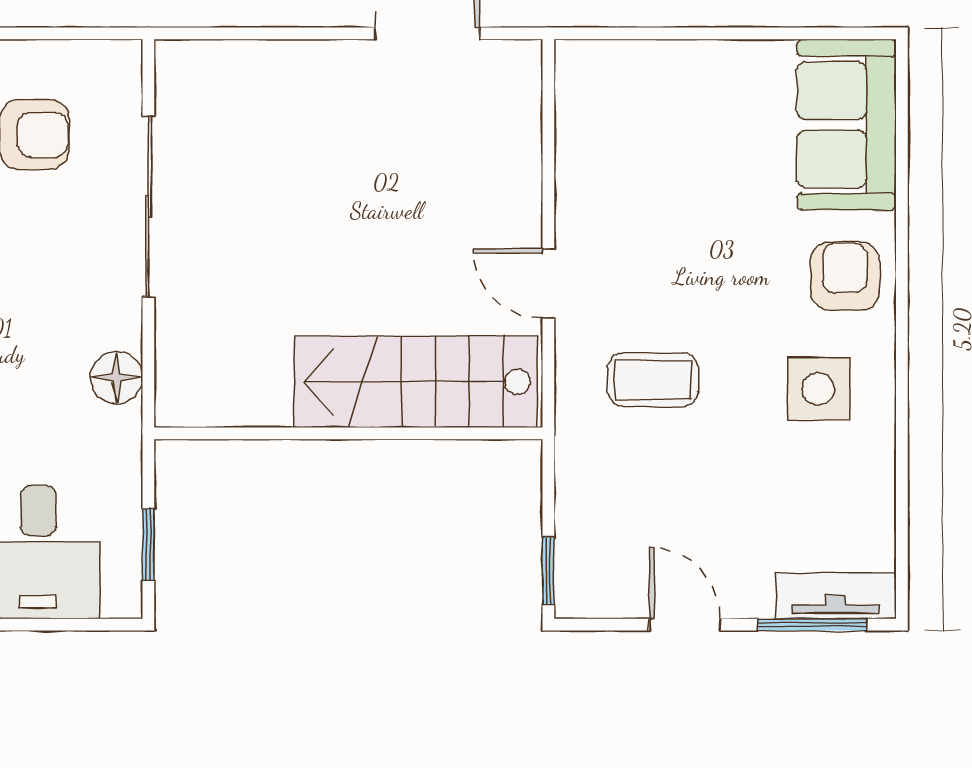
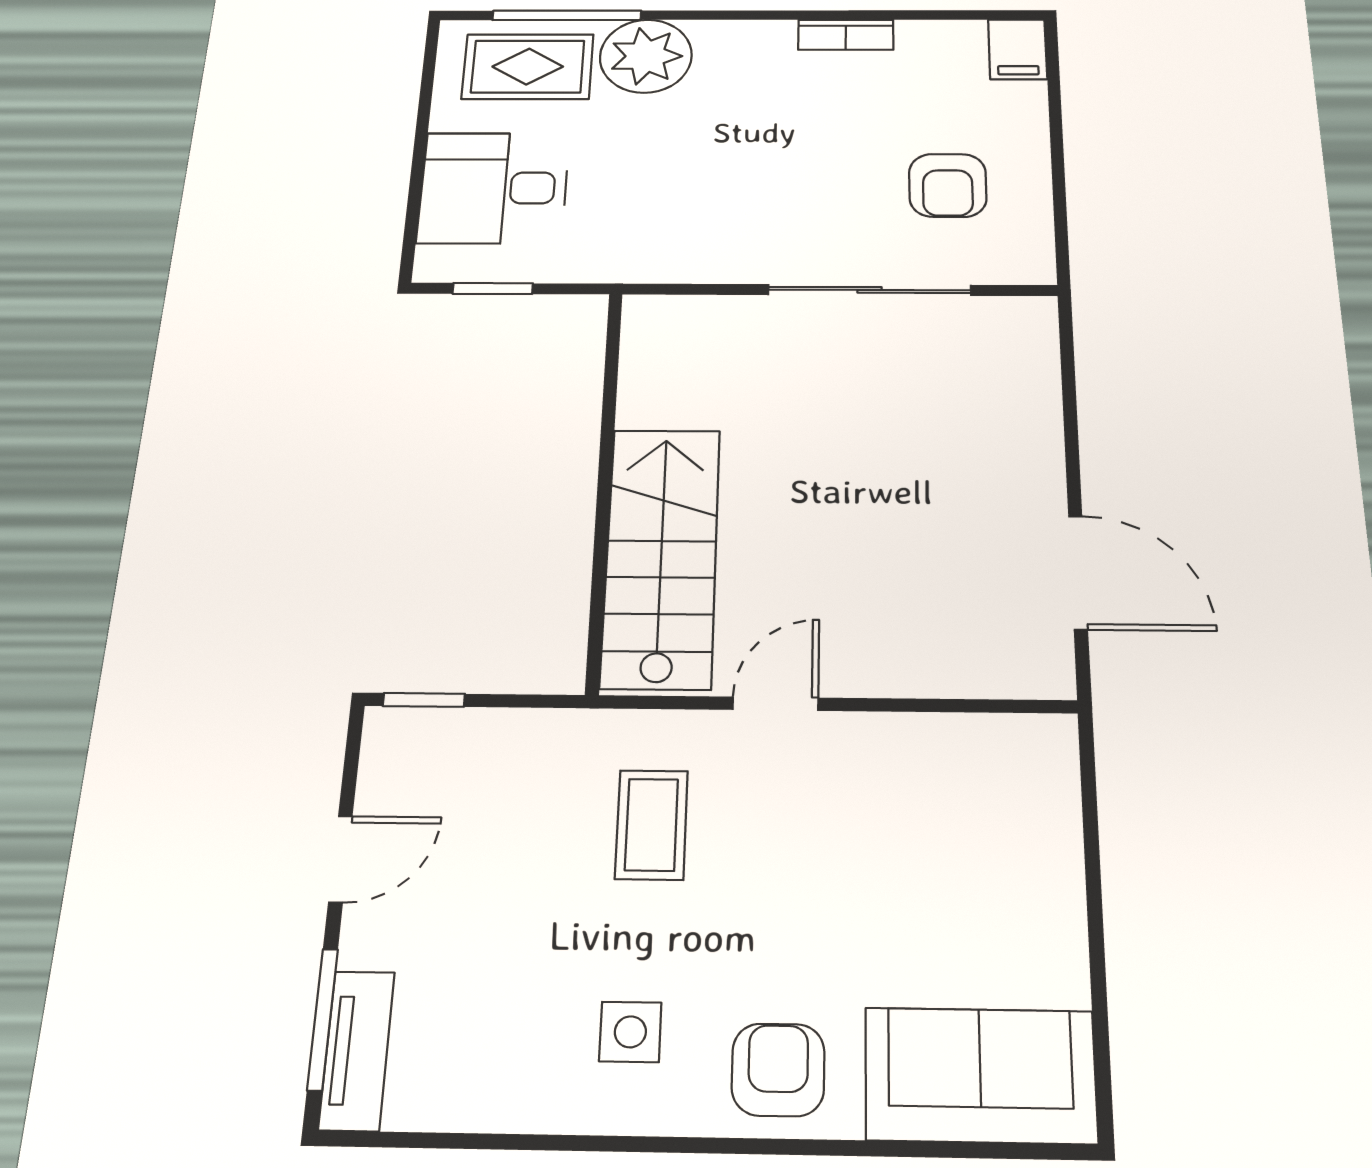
armchair: (845, 276) -> (778, 1070), turned -90
floor lamp: (116, 378) -> (679, 259), removed
side table: (818, 389) -> (630, 1032), width x0.73, depth x0.73

